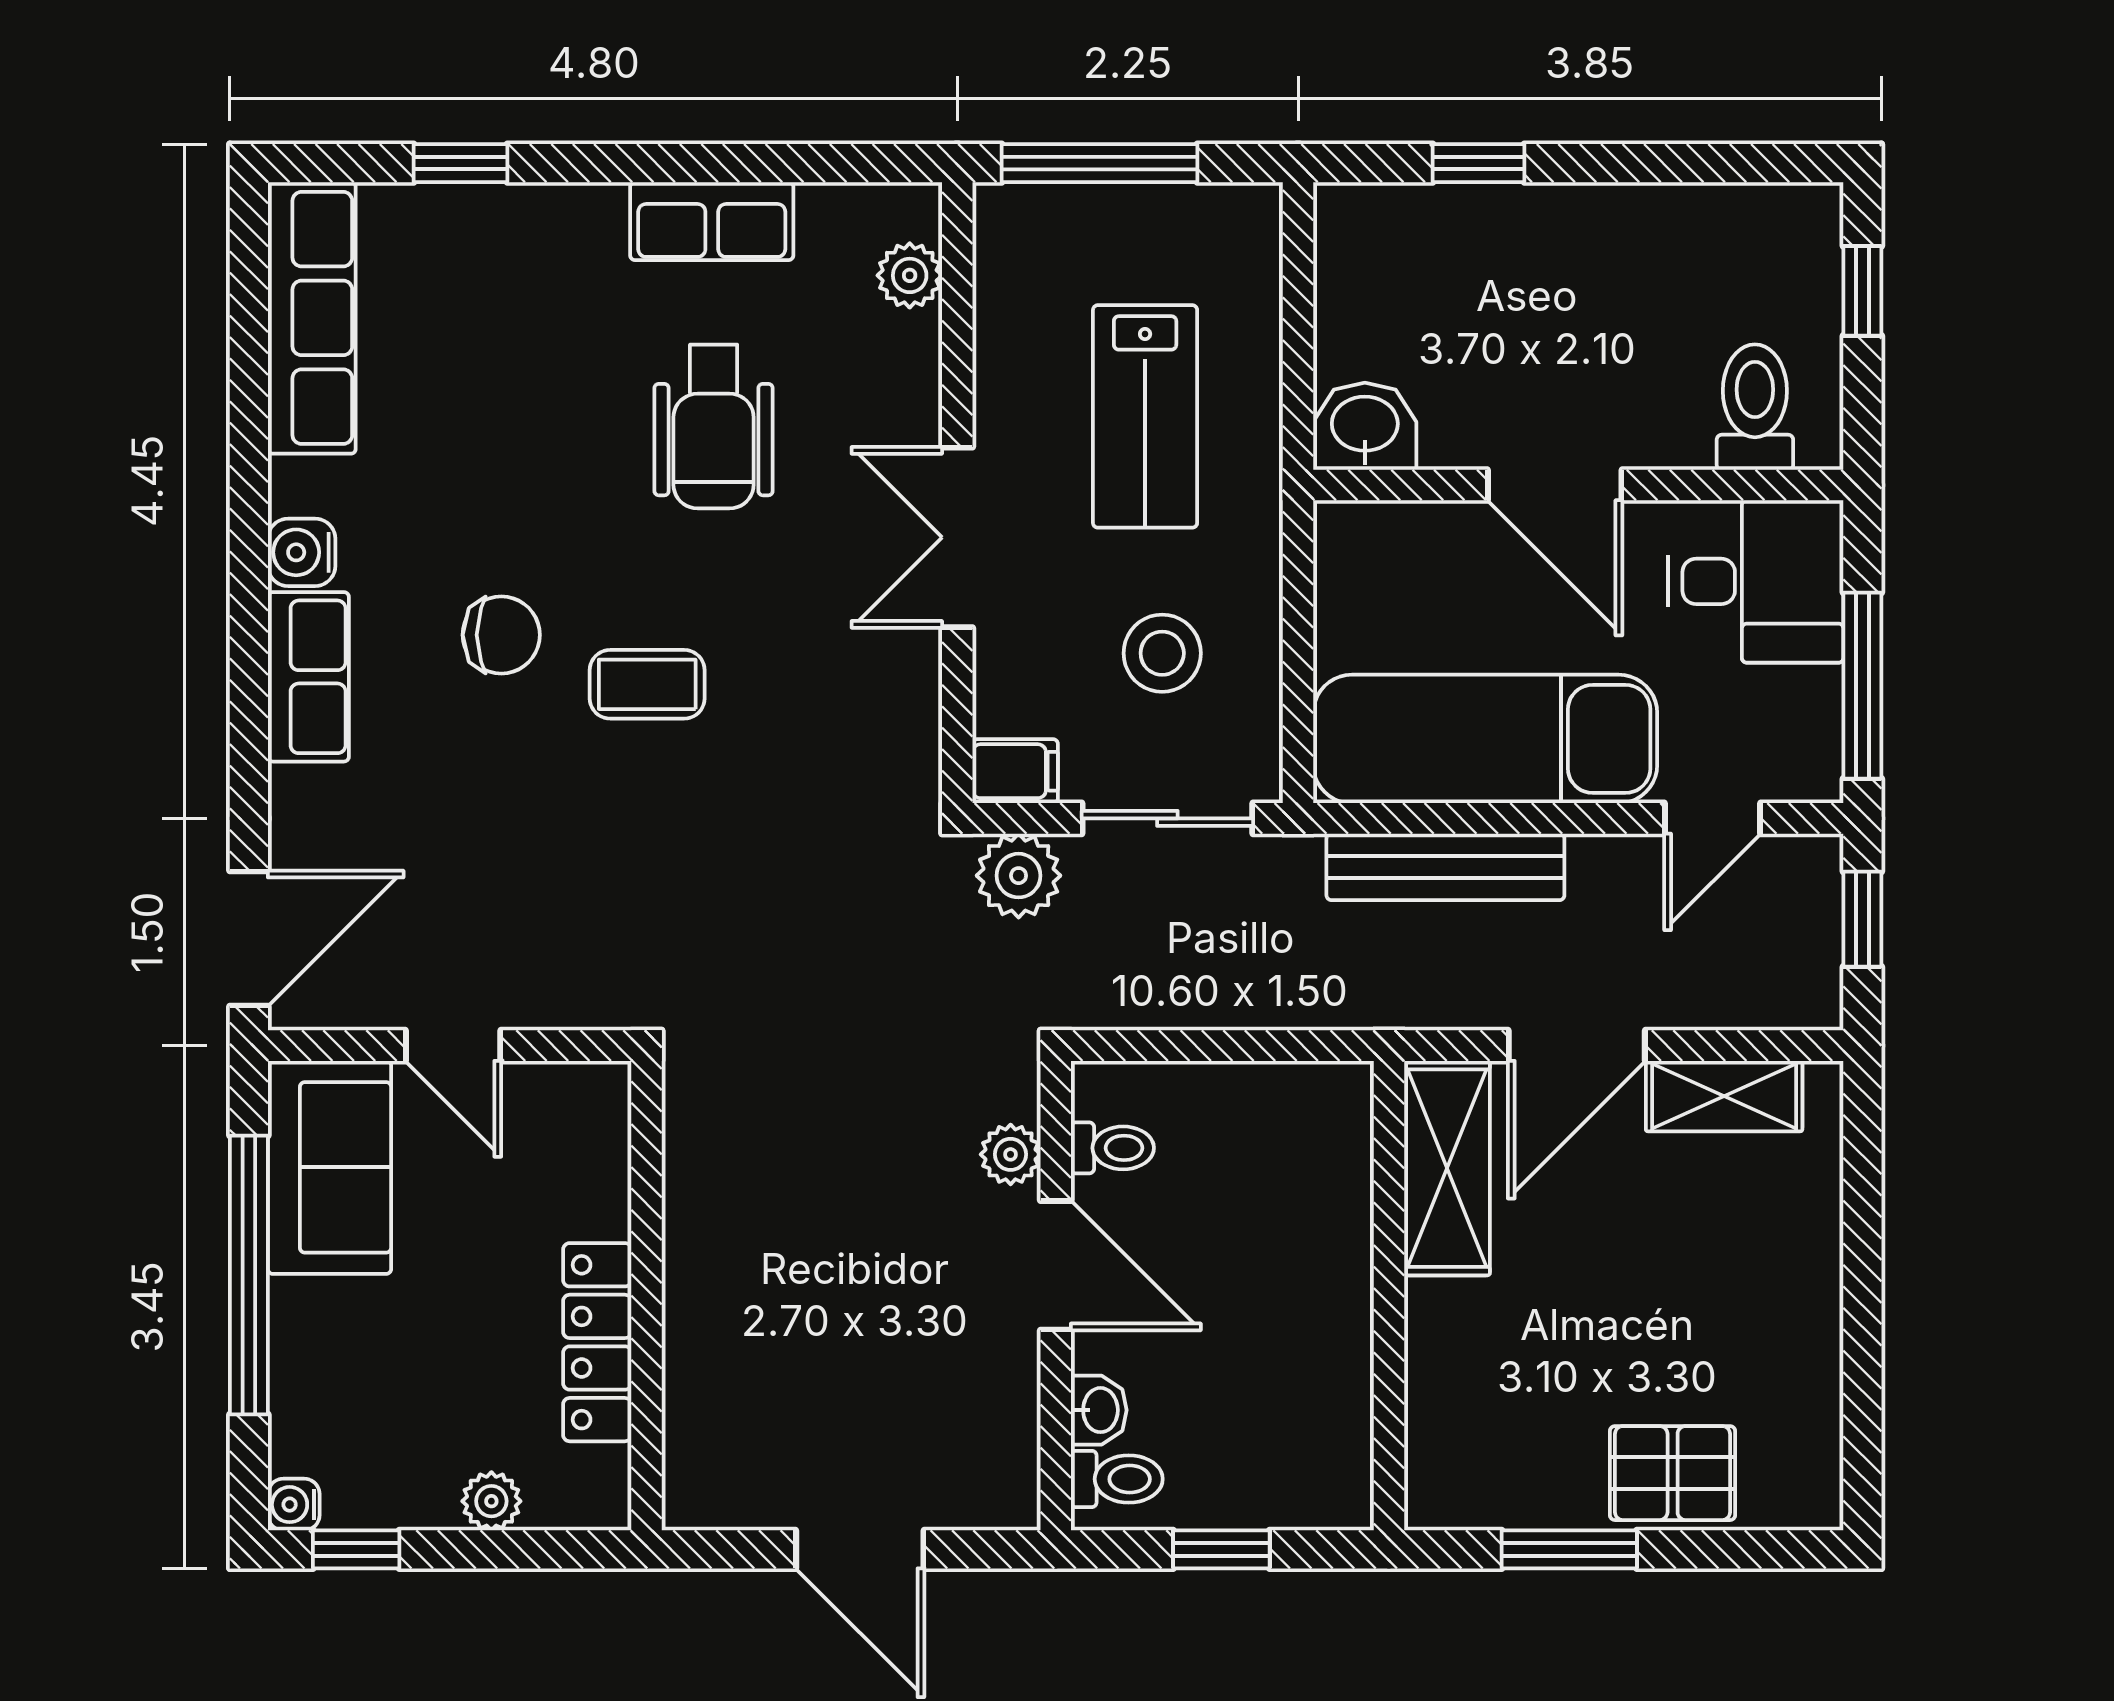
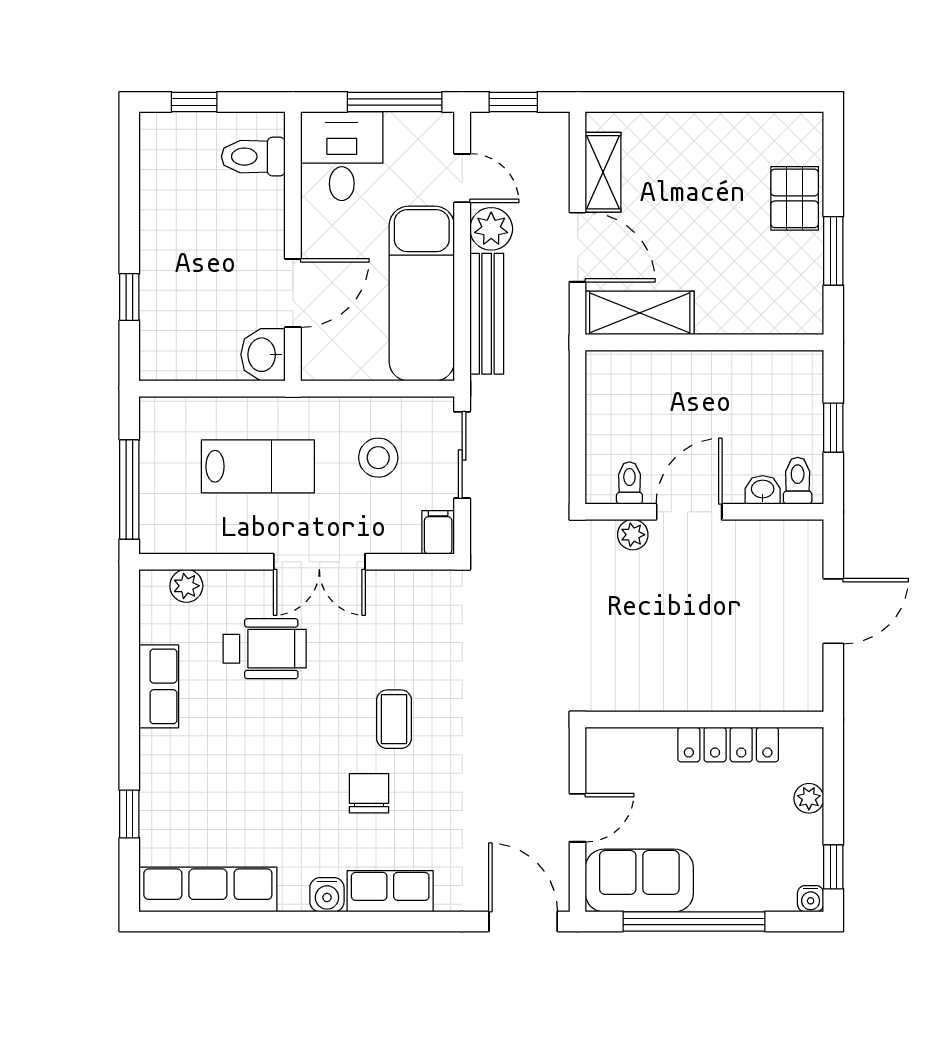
wheelchair: (714, 426) -> (265, 649), moved
door: (1555, 485) -> (293, 293), moved
plant: (1019, 876) -> (491, 229), moved

